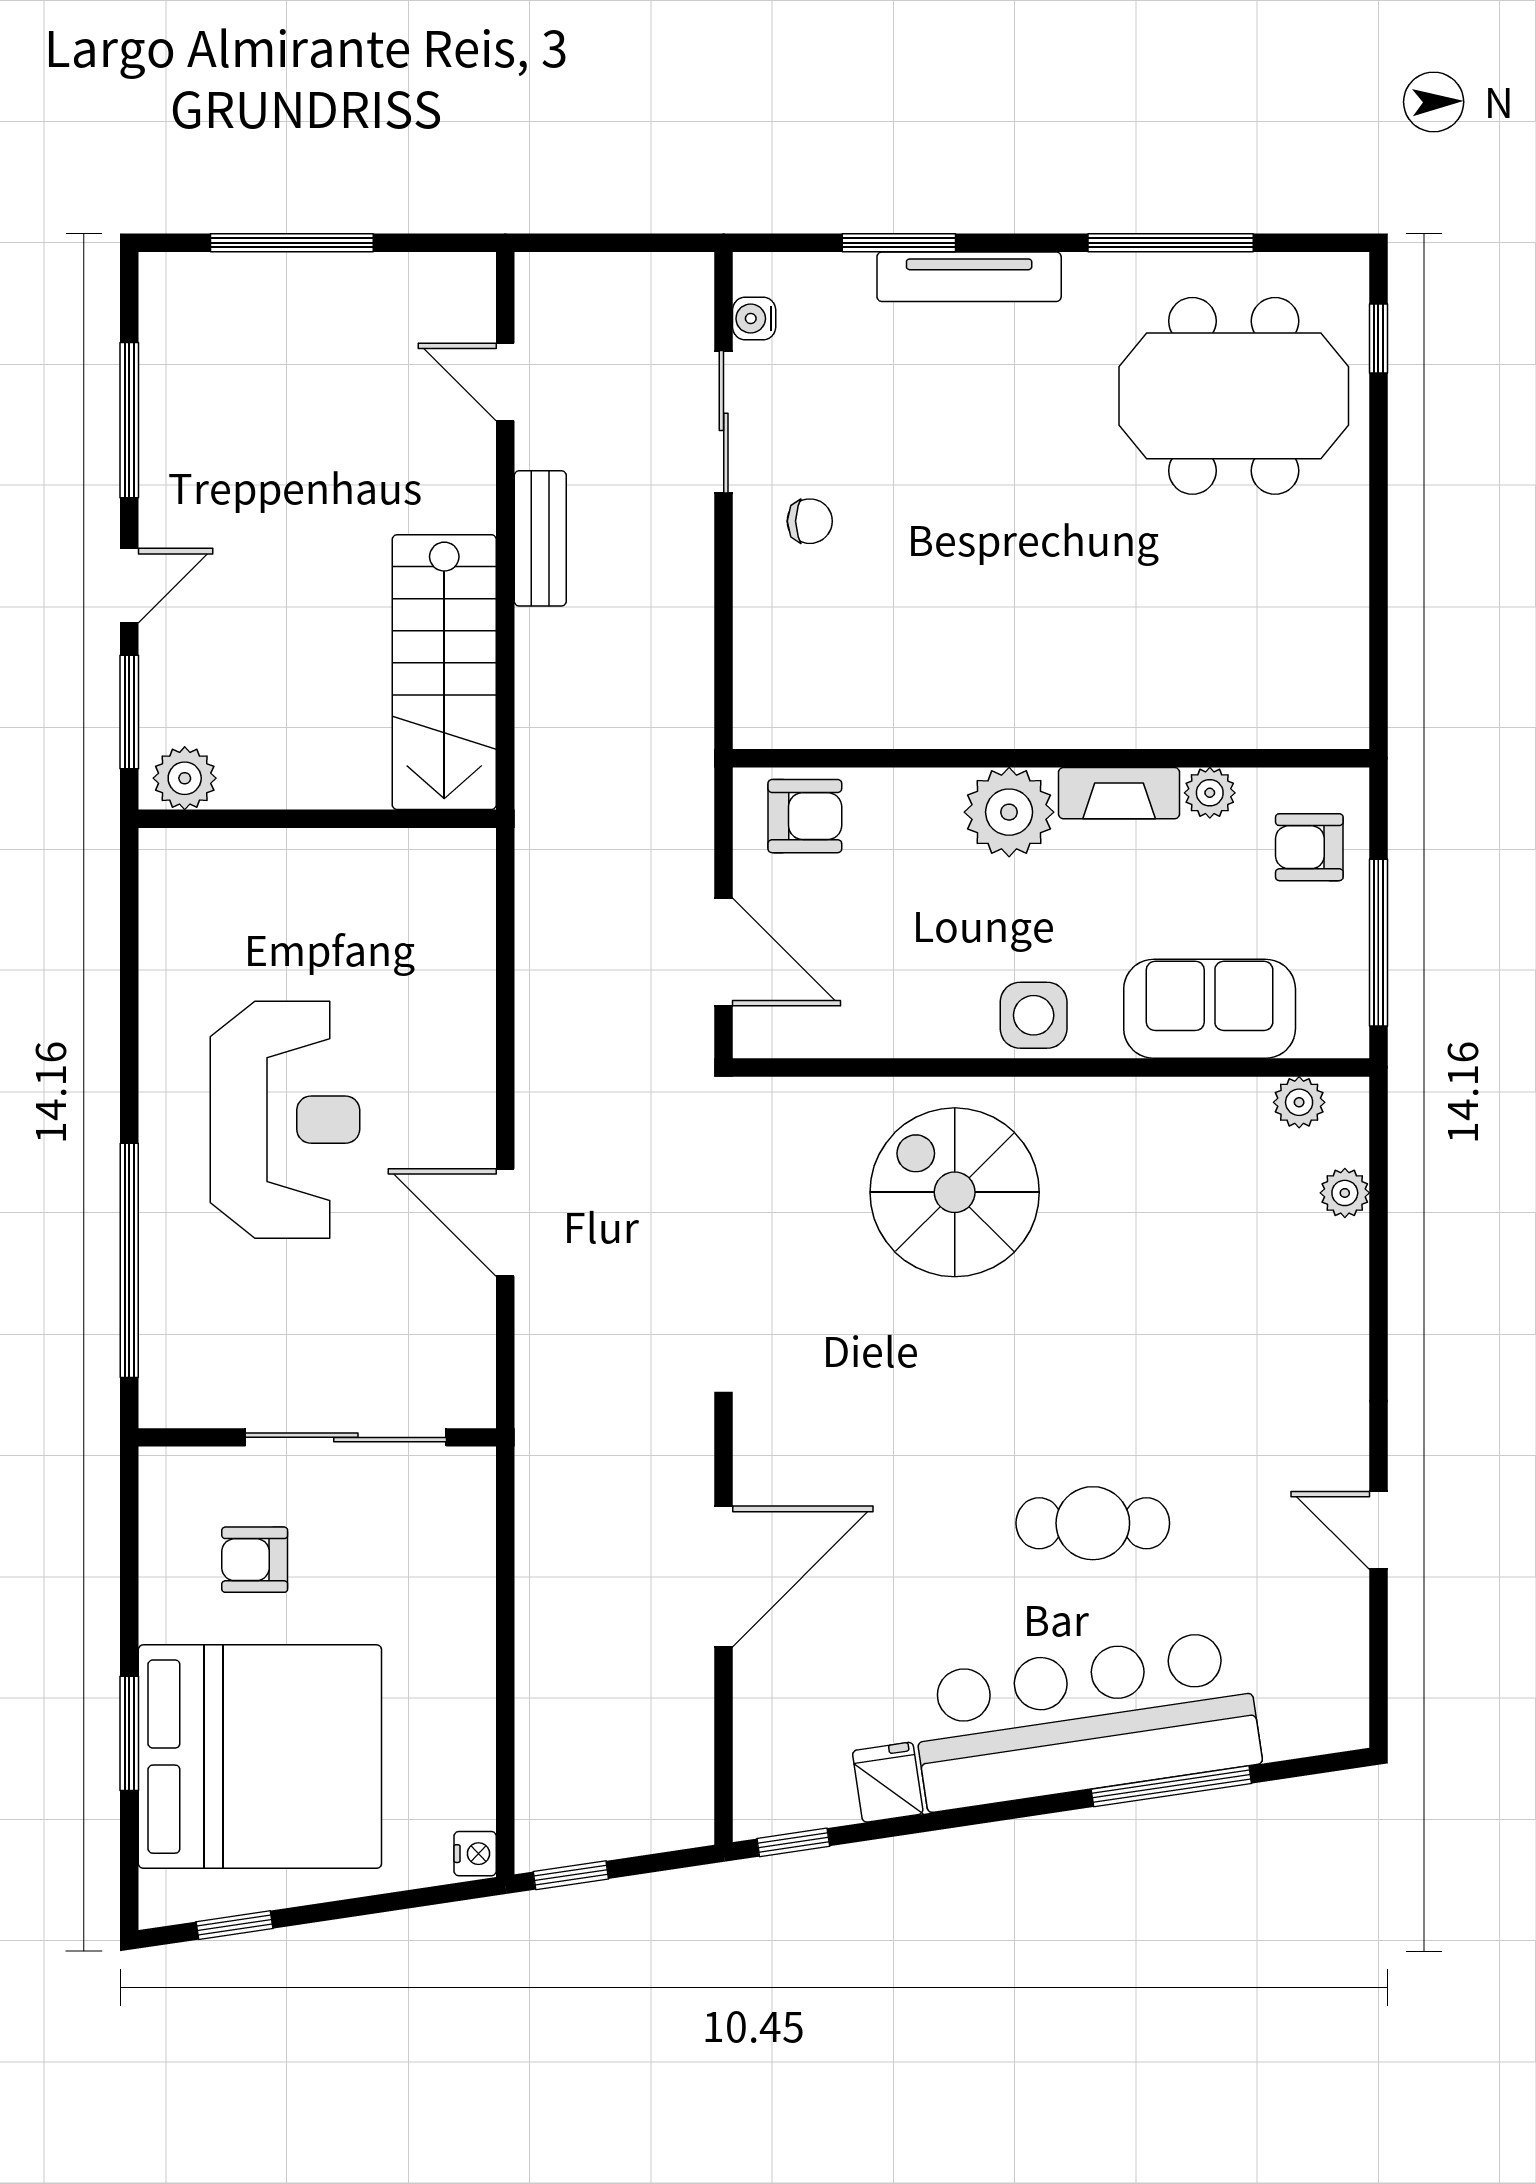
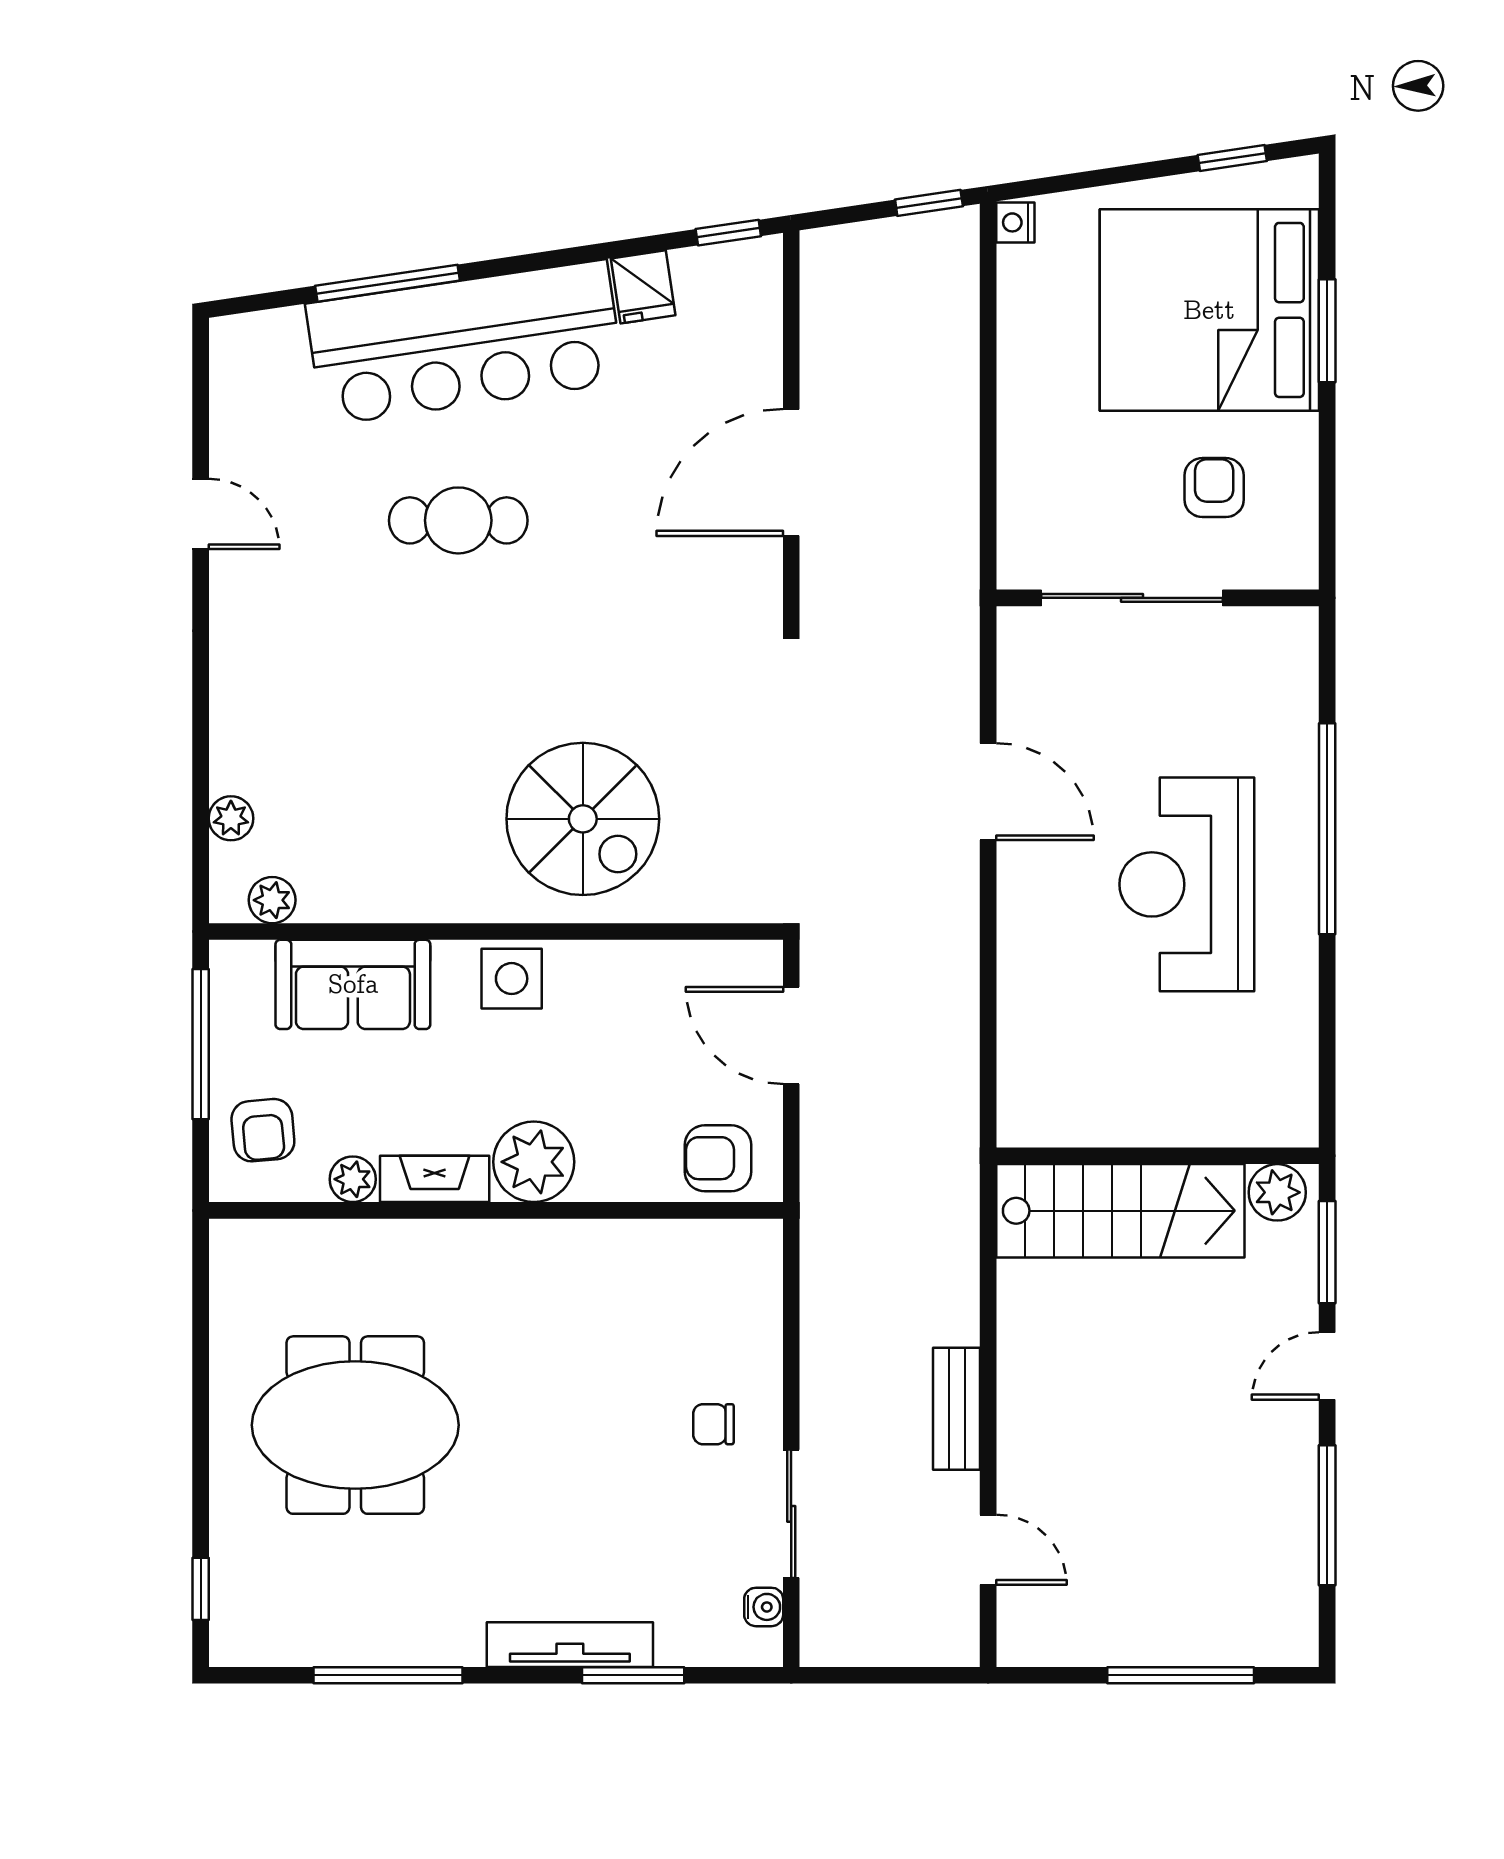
meeting table: (1234, 396) -> (355, 1425), moved
stairs: (444, 672) -> (1120, 1211), moved, turned 90
armchair: (1309, 847) -> (263, 1130), turned 85
window: (129, 1260) -> (1327, 829), moved
armchair: (255, 1560) -> (1214, 488), turned -90

